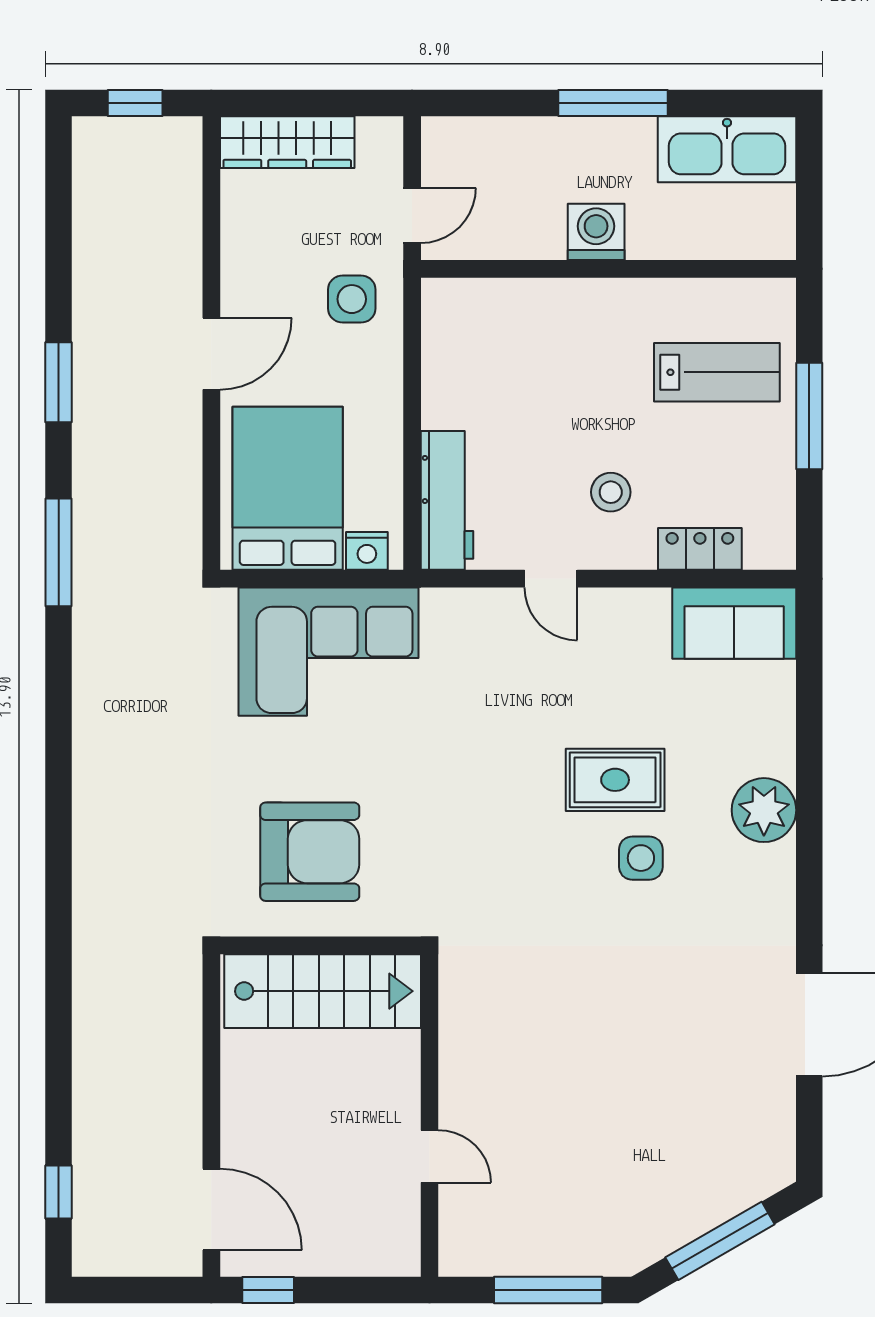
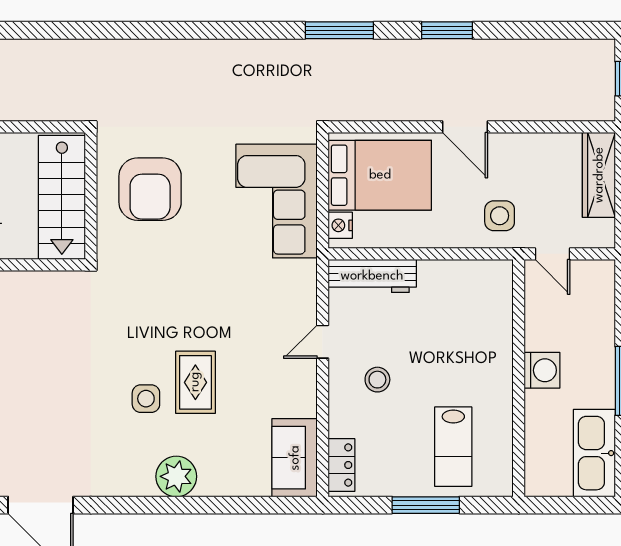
locker: (700, 549) -> (342, 465), moved

